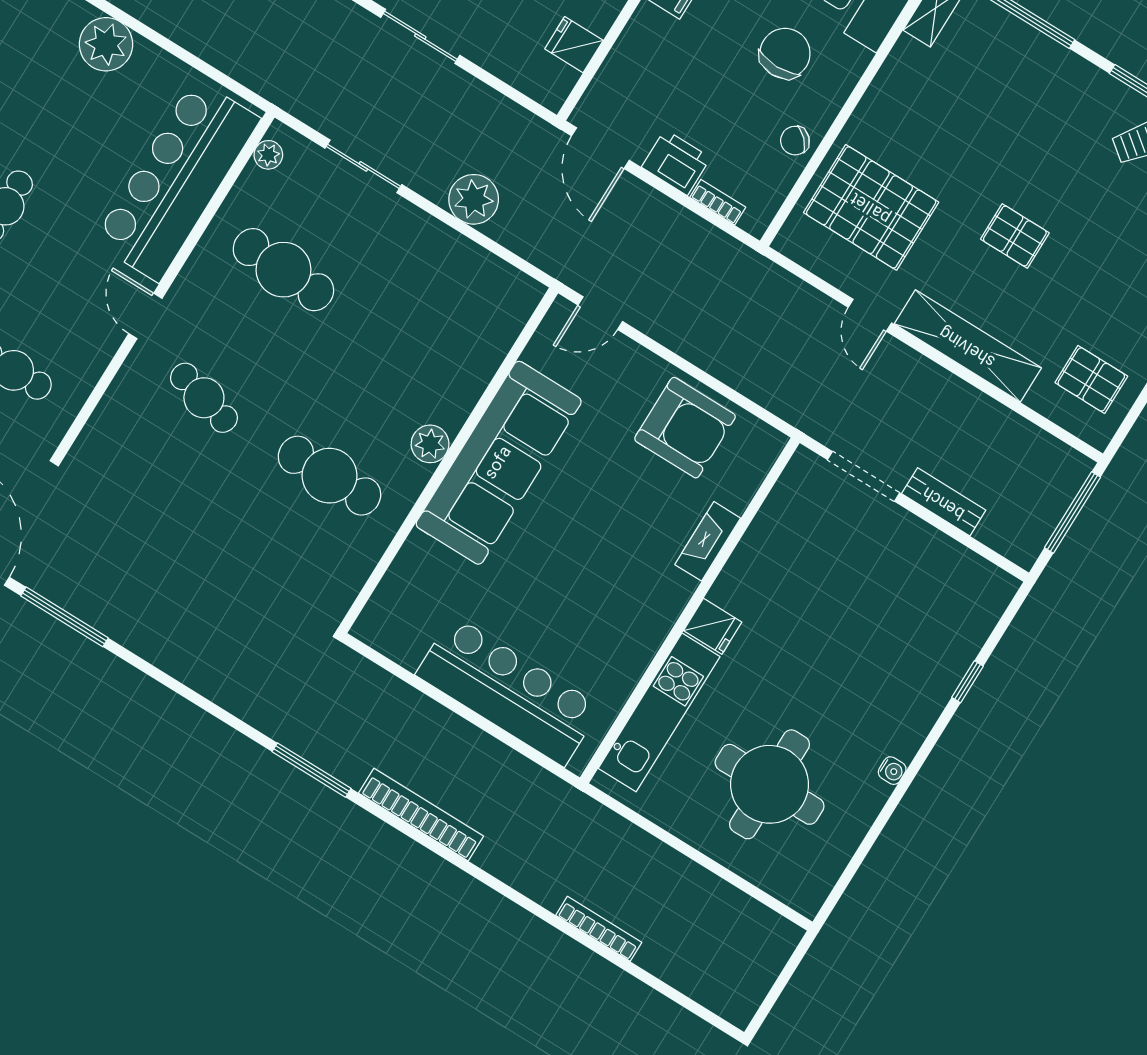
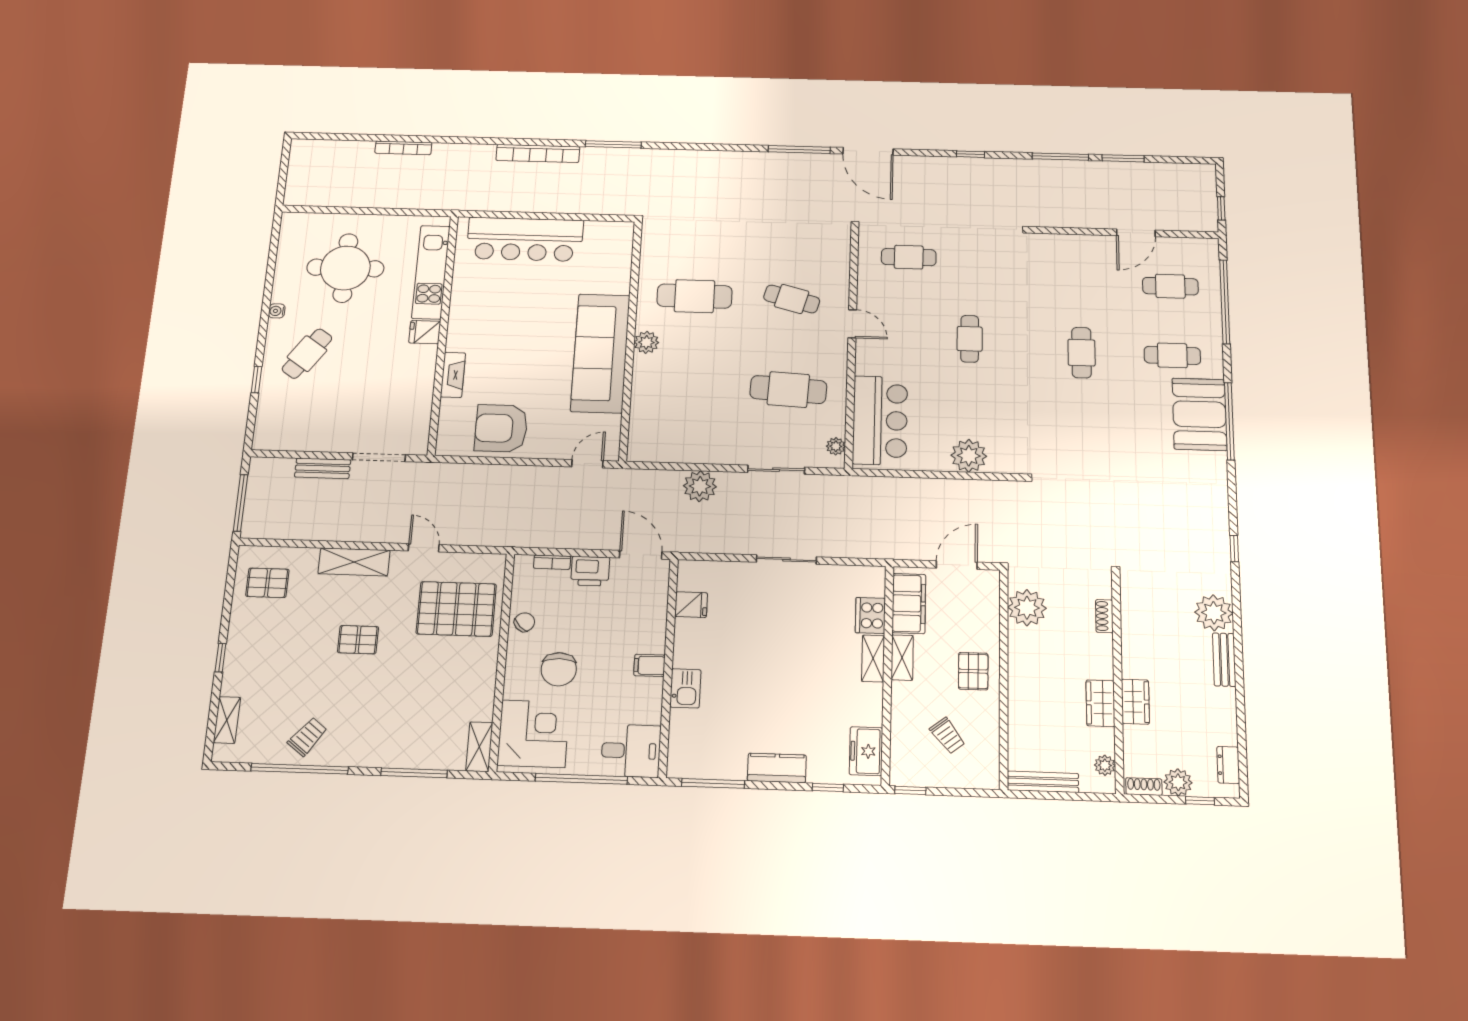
bar counter: (177, 180) -> (880, 420), width x0.73
shelving: (968, 346) -> (354, 562), width x0.68
cafe table: (883, 683) -> (307, 354), added

